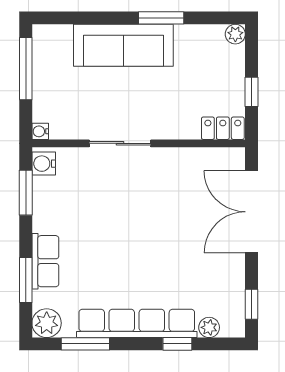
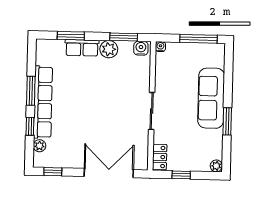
sliding door: (120, 143) -> (152, 111), moved
plant: (47, 323) -> (109, 49), moved
window: (85, 344) -> (31, 91), moved

